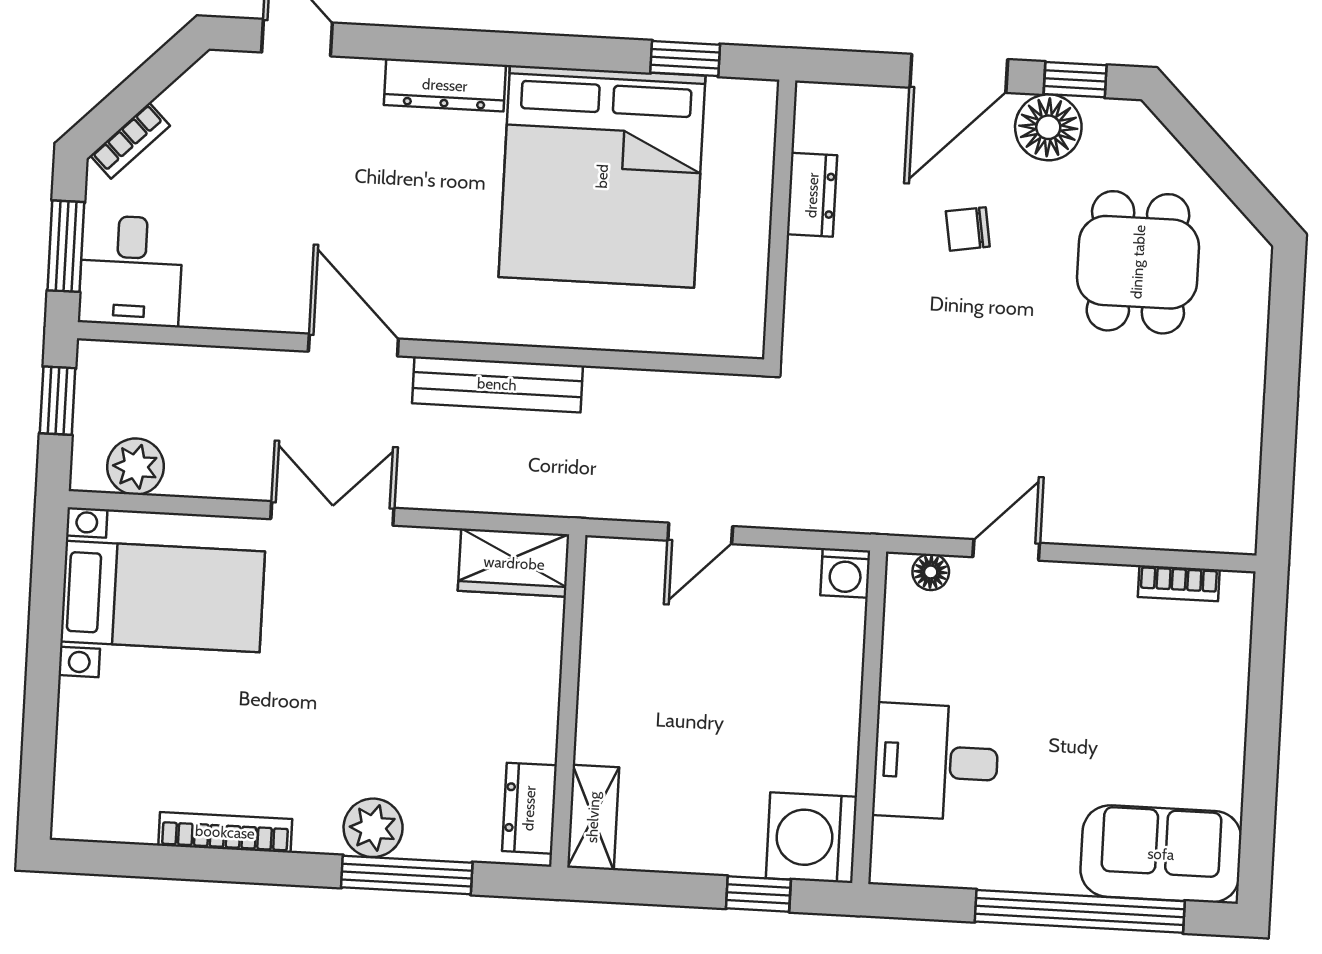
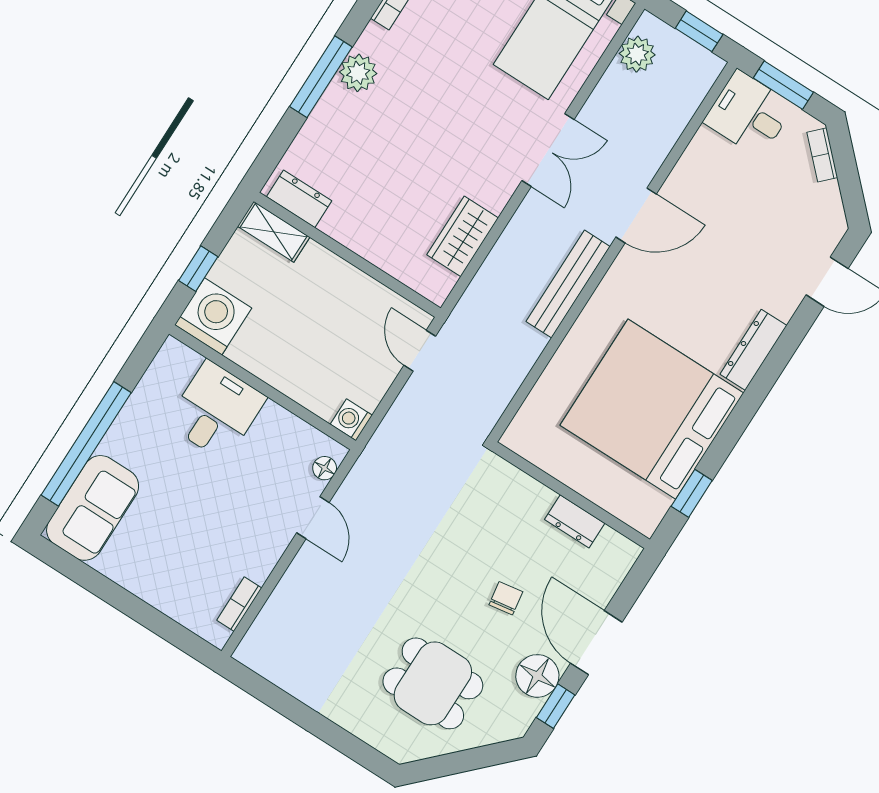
wall: (568, 701) -> (347, 255), moved
dresser: (529, 808) -> (299, 199), moved
shelving: (593, 817) -> (274, 232), moved

